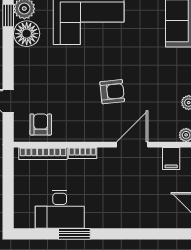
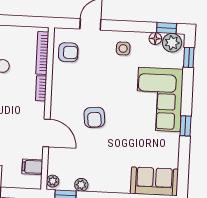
floor lamp: (27, 34) -> (155, 39), width x0.53, depth x0.53
side table: (33, 63) -> (123, 48), added

